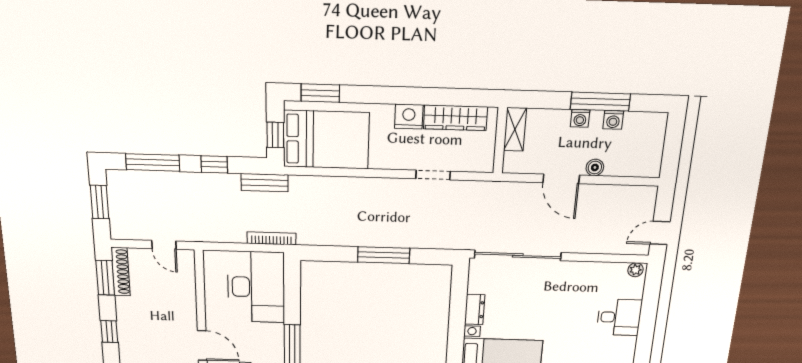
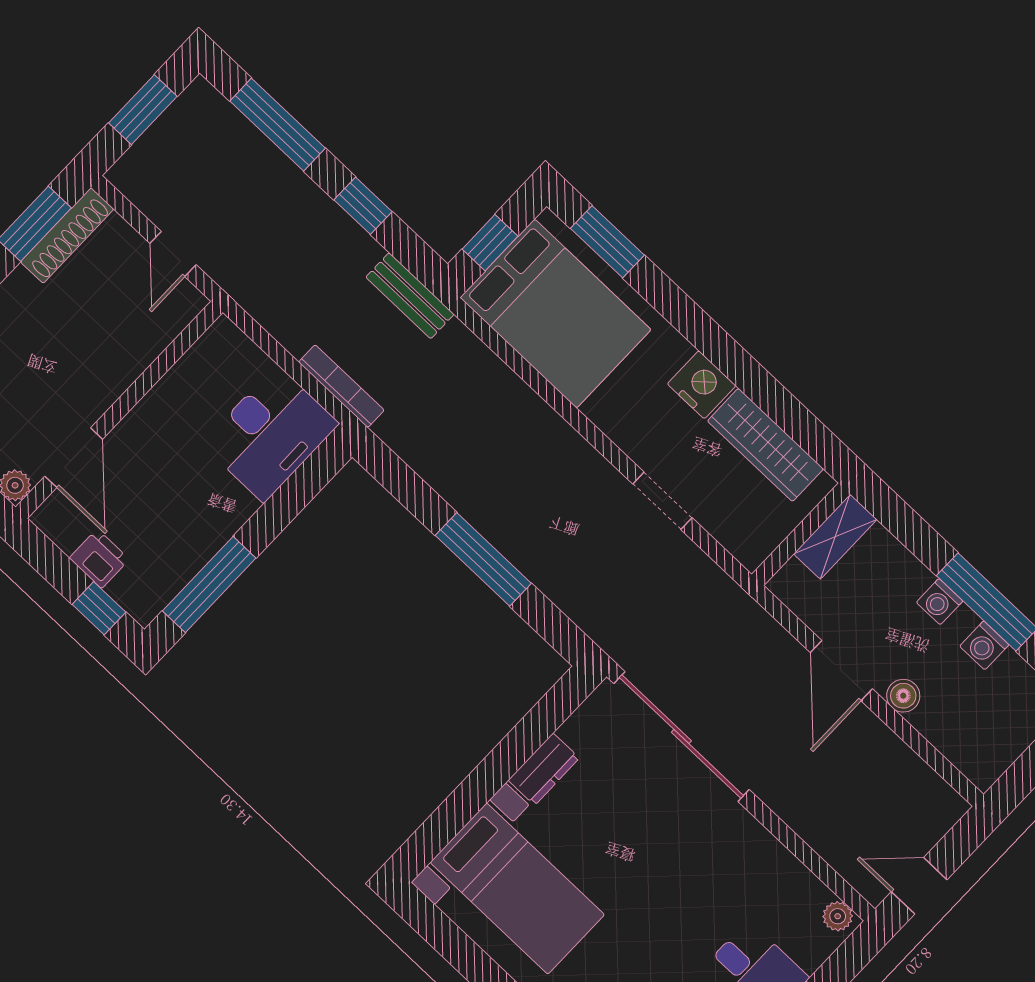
desk: (256, 287) -> (270, 434), width x0.73, depth x0.77

